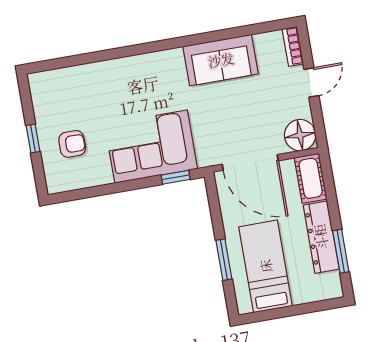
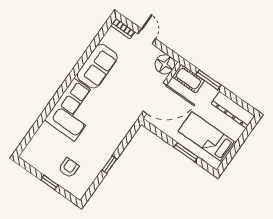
corner sofa: (151, 147) -> (74, 110), moved, turned 180
window: (176, 177) -> (109, 165), moved
dresser: (321, 237) -> (233, 110), moved
window: (341, 251) -> (208, 80), moved

